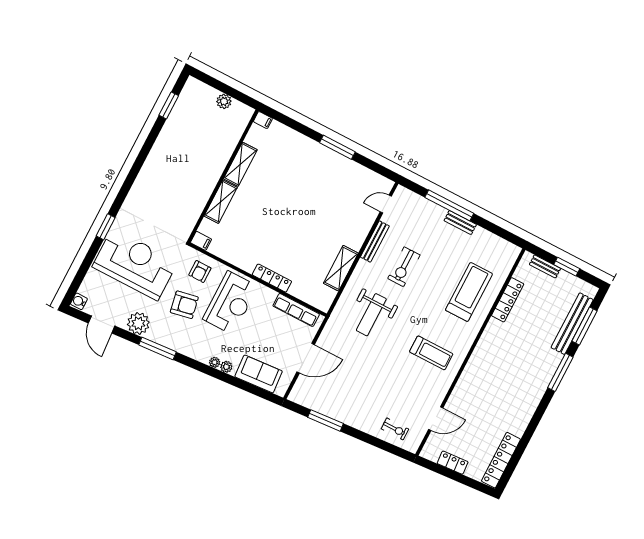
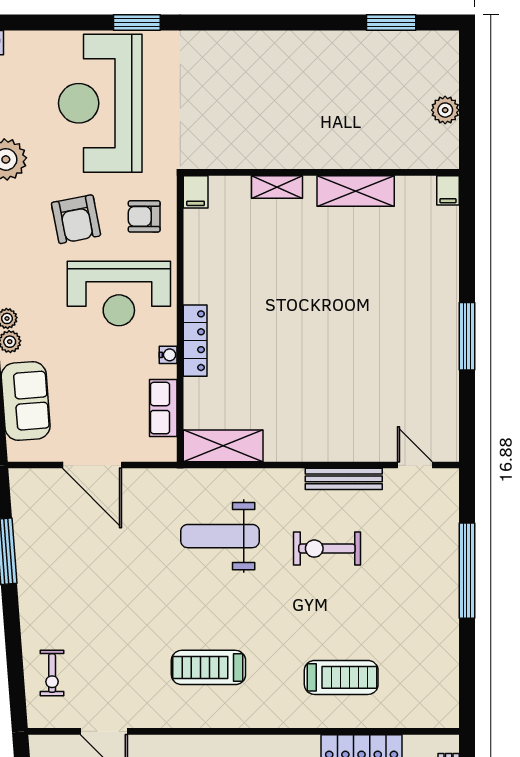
shelving: (221, 202) -> (277, 187), width x0.67, depth x0.75
bench: (460, 223) -> (448, 603), removed
reception desk: (135, 264) -> (100, 103), turned 180
shelving: (341, 268) -> (223, 446), moved
treadmill: (469, 292) -> (341, 677), width x0.73, depth x0.73
water cooler: (272, 294) -> (168, 355), added
row of seats: (296, 310) -> (163, 408), width x0.68
treadmill: (431, 353) -> (208, 667), turned 90

